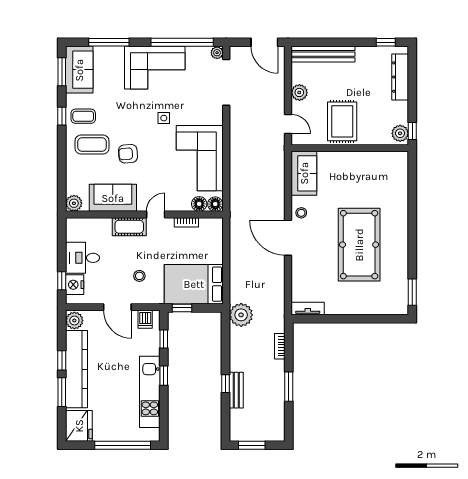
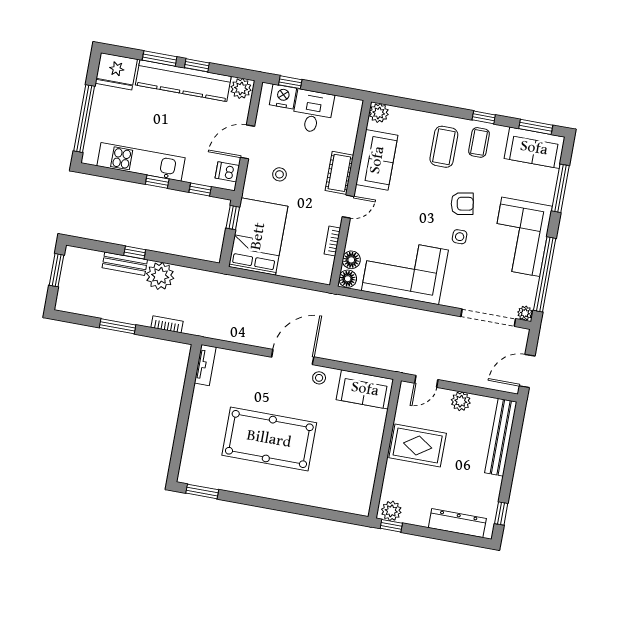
armchair: (128, 154) -> (462, 204), moved, turned 84
door: (156, 214) -> (348, 207), hinge flipped
plant: (241, 315) -> (160, 276), moved

